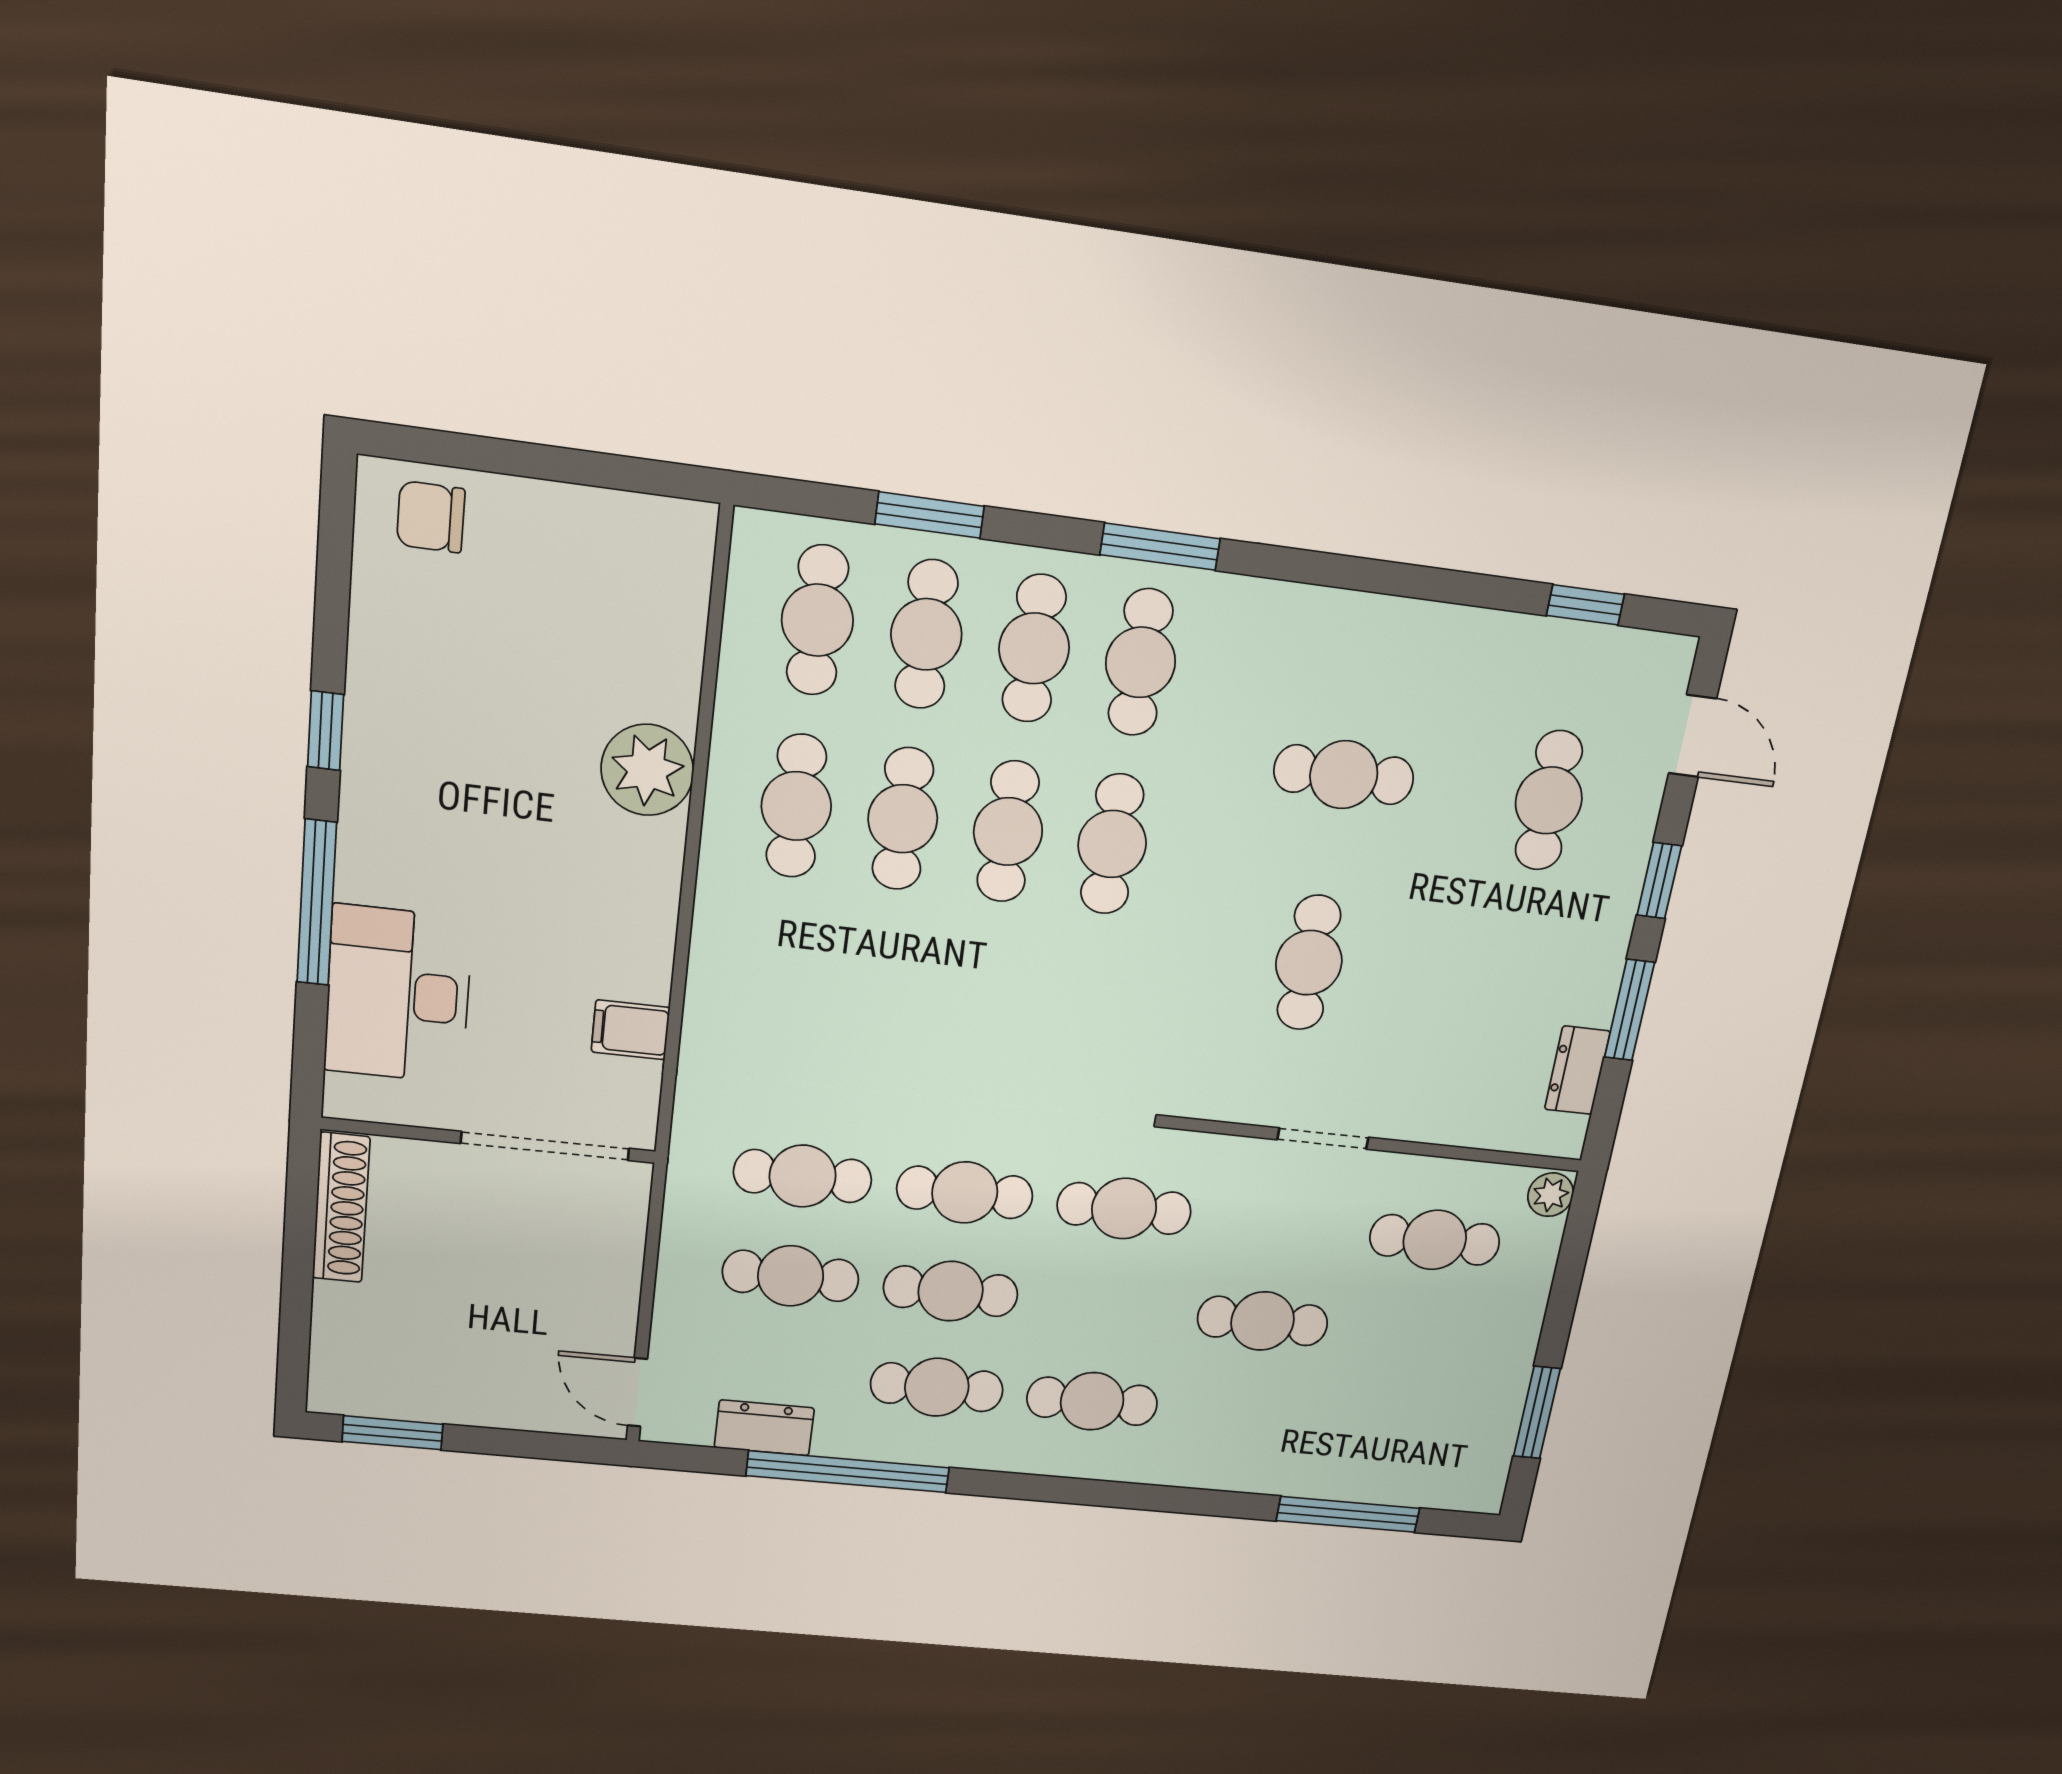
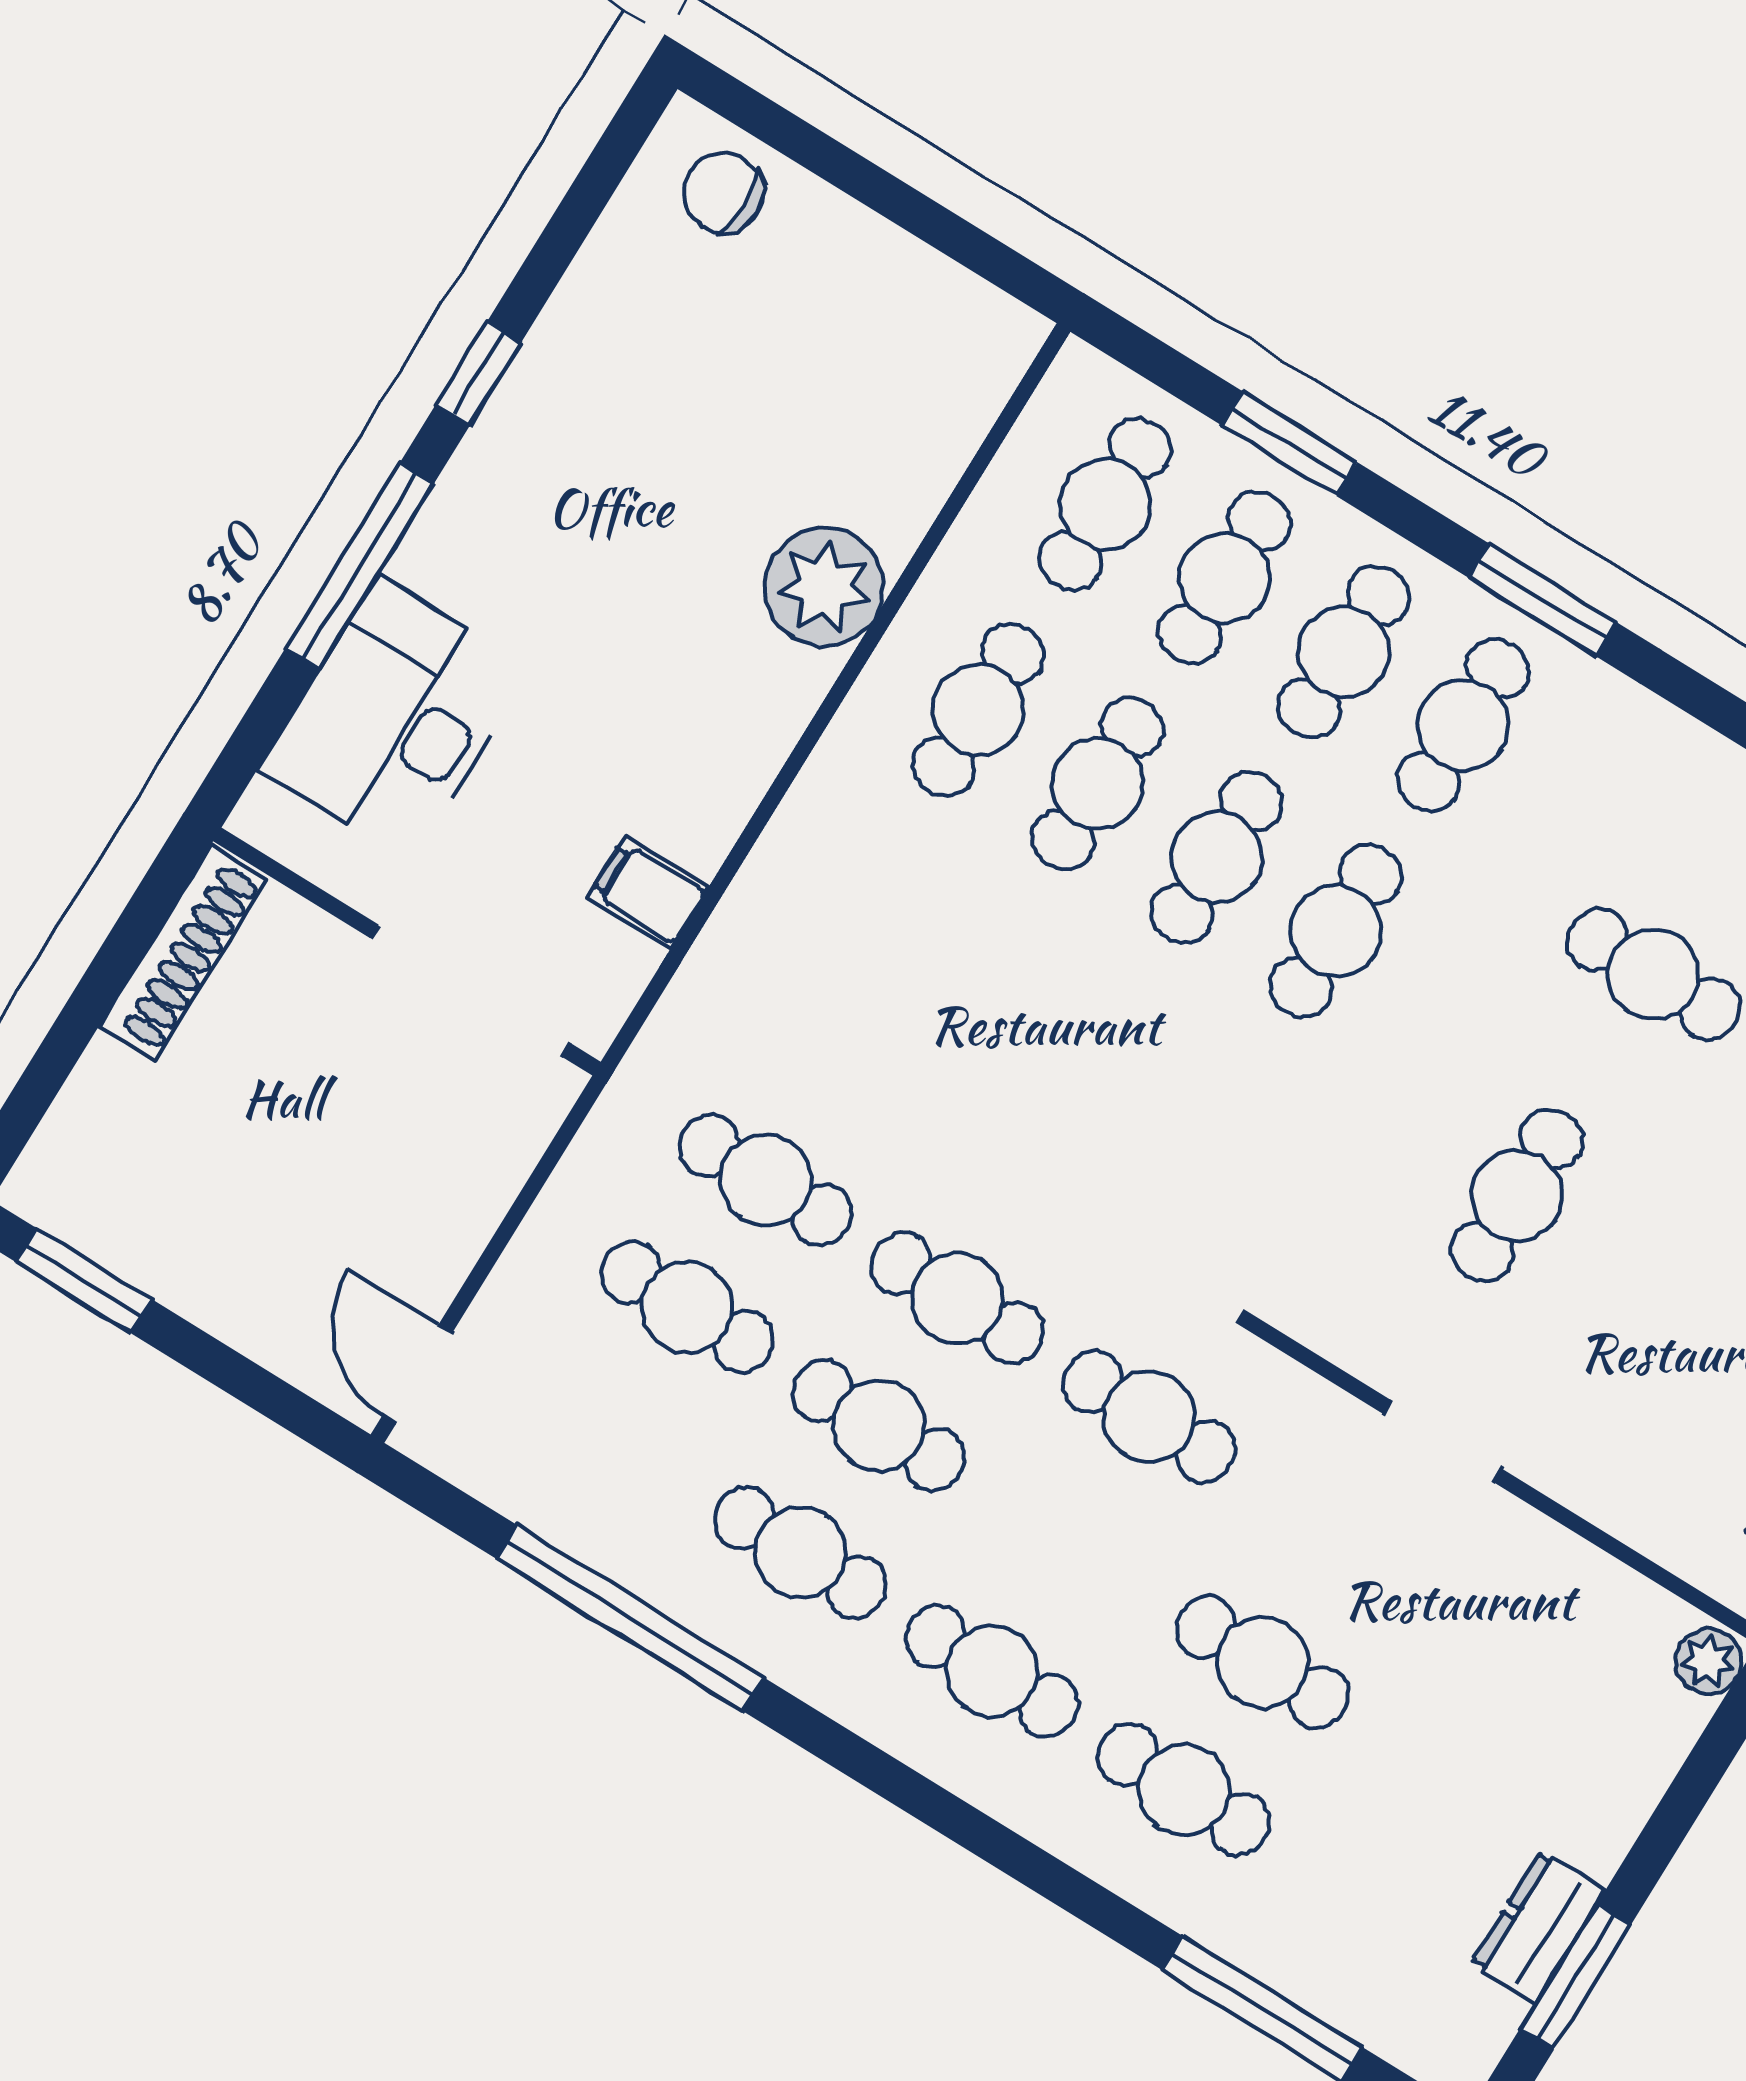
cafe table: (1435, 1240) -> (1184, 1789), moved
dresser: (764, 1428) -> (1538, 1927), moved, turned -90

